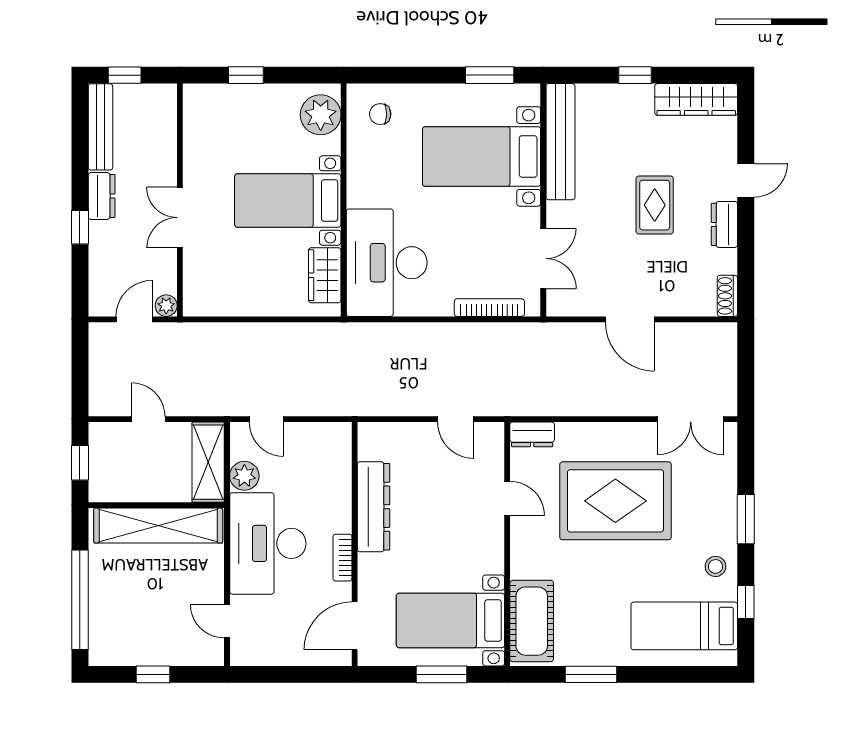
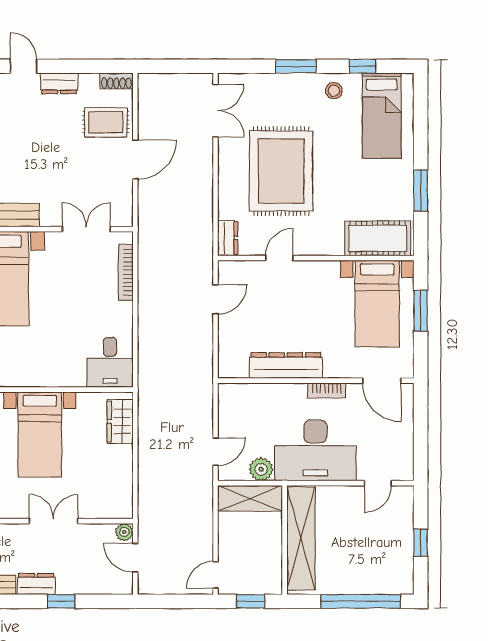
rug: (655, 205) -> (106, 122), moved
double door: (180, 218) -> (54, 521), swing flipped
desk: (387, 263) -> (110, 362), width x0.53, depth x0.77
wardrobe: (325, 275) -> (120, 422), moved, turned 90
door: (148, 419) -> (216, 575), moved

